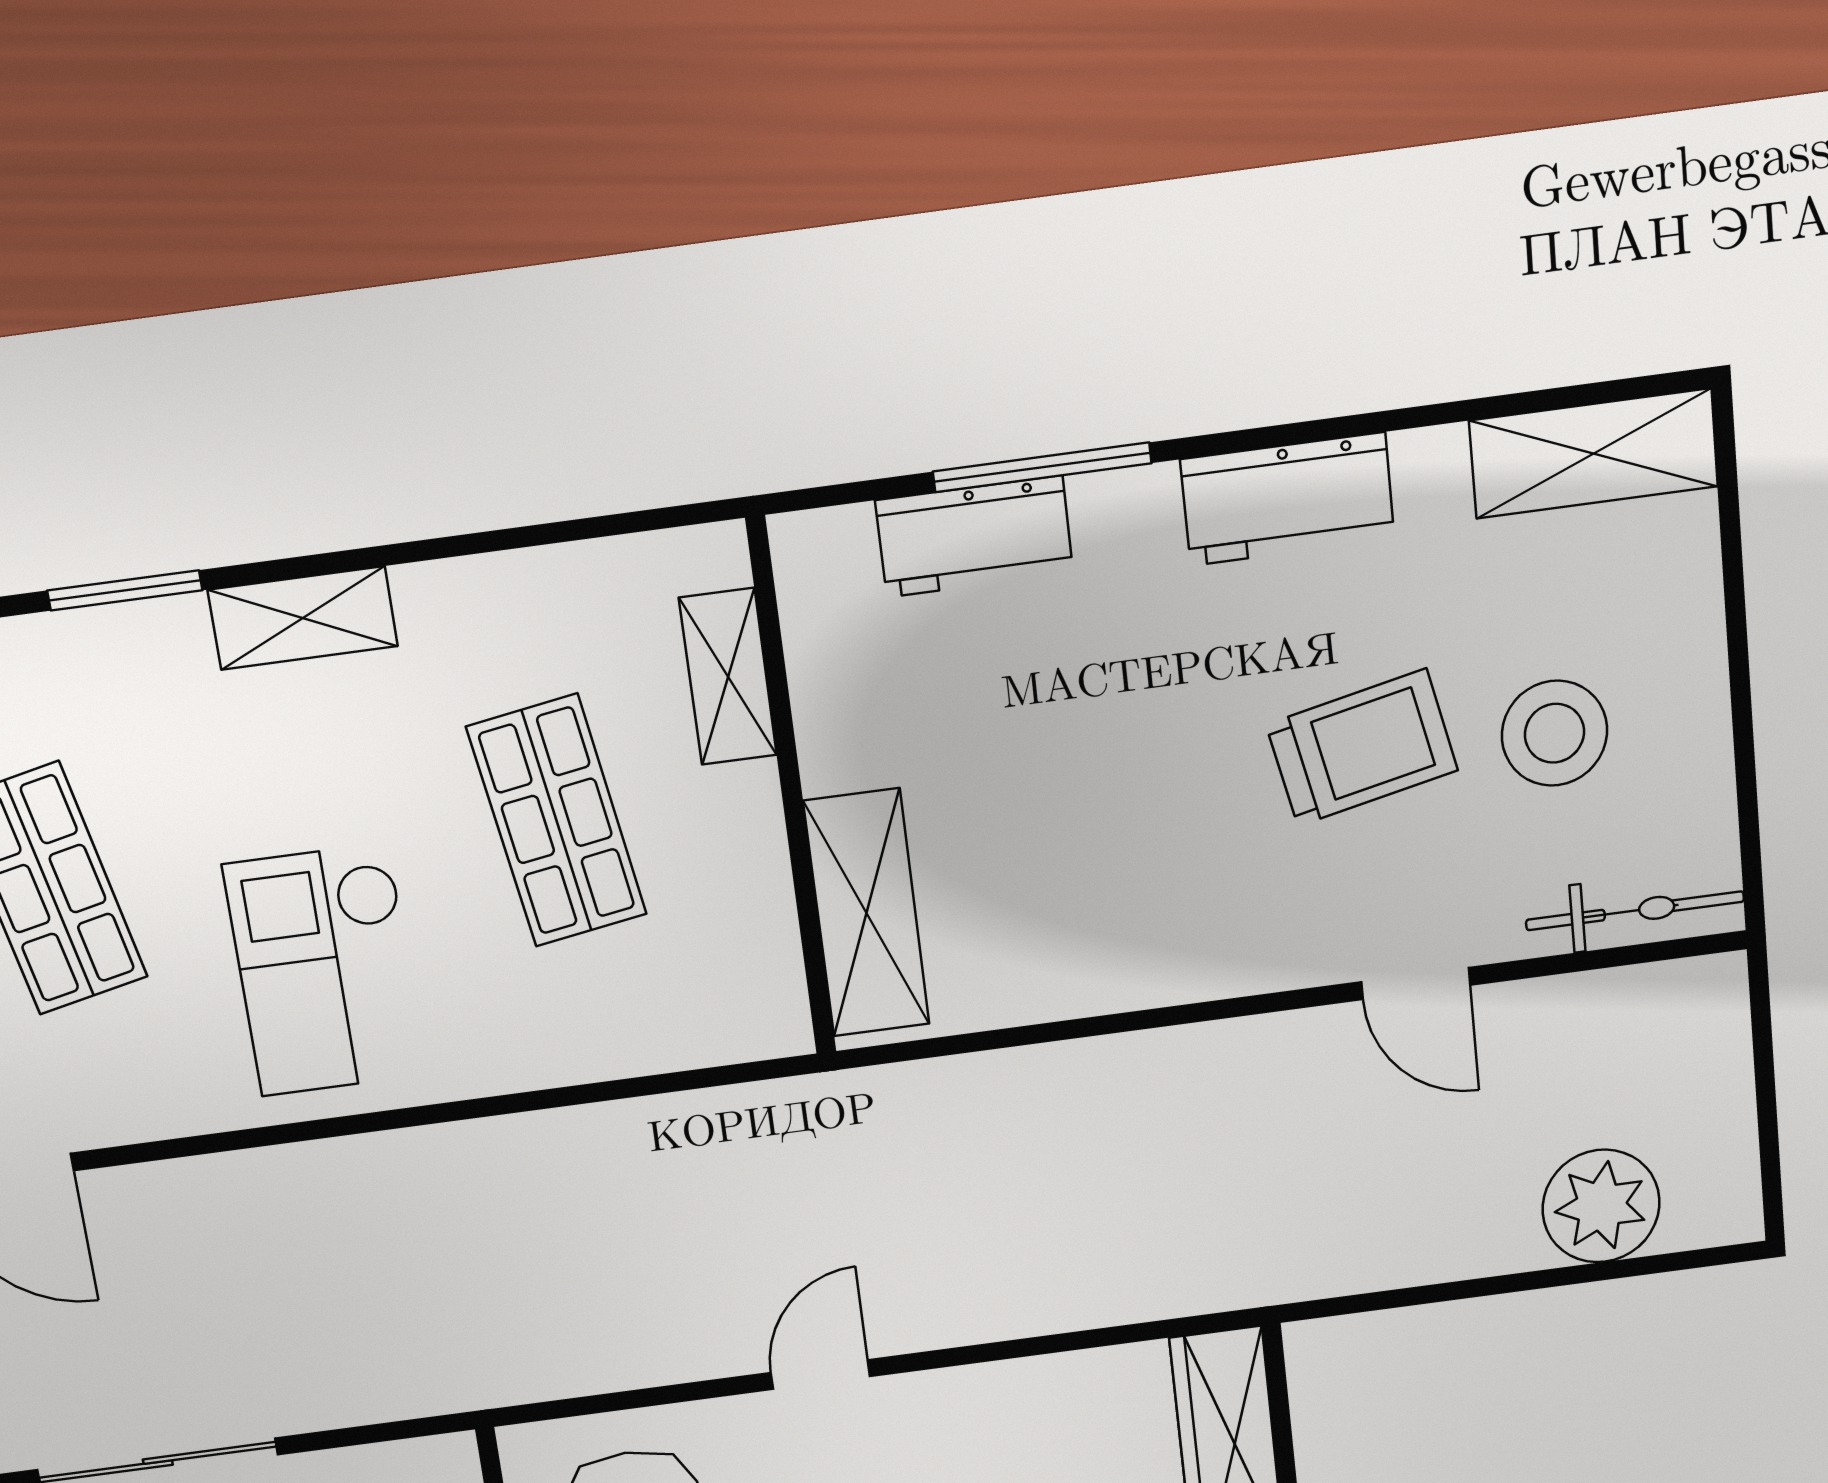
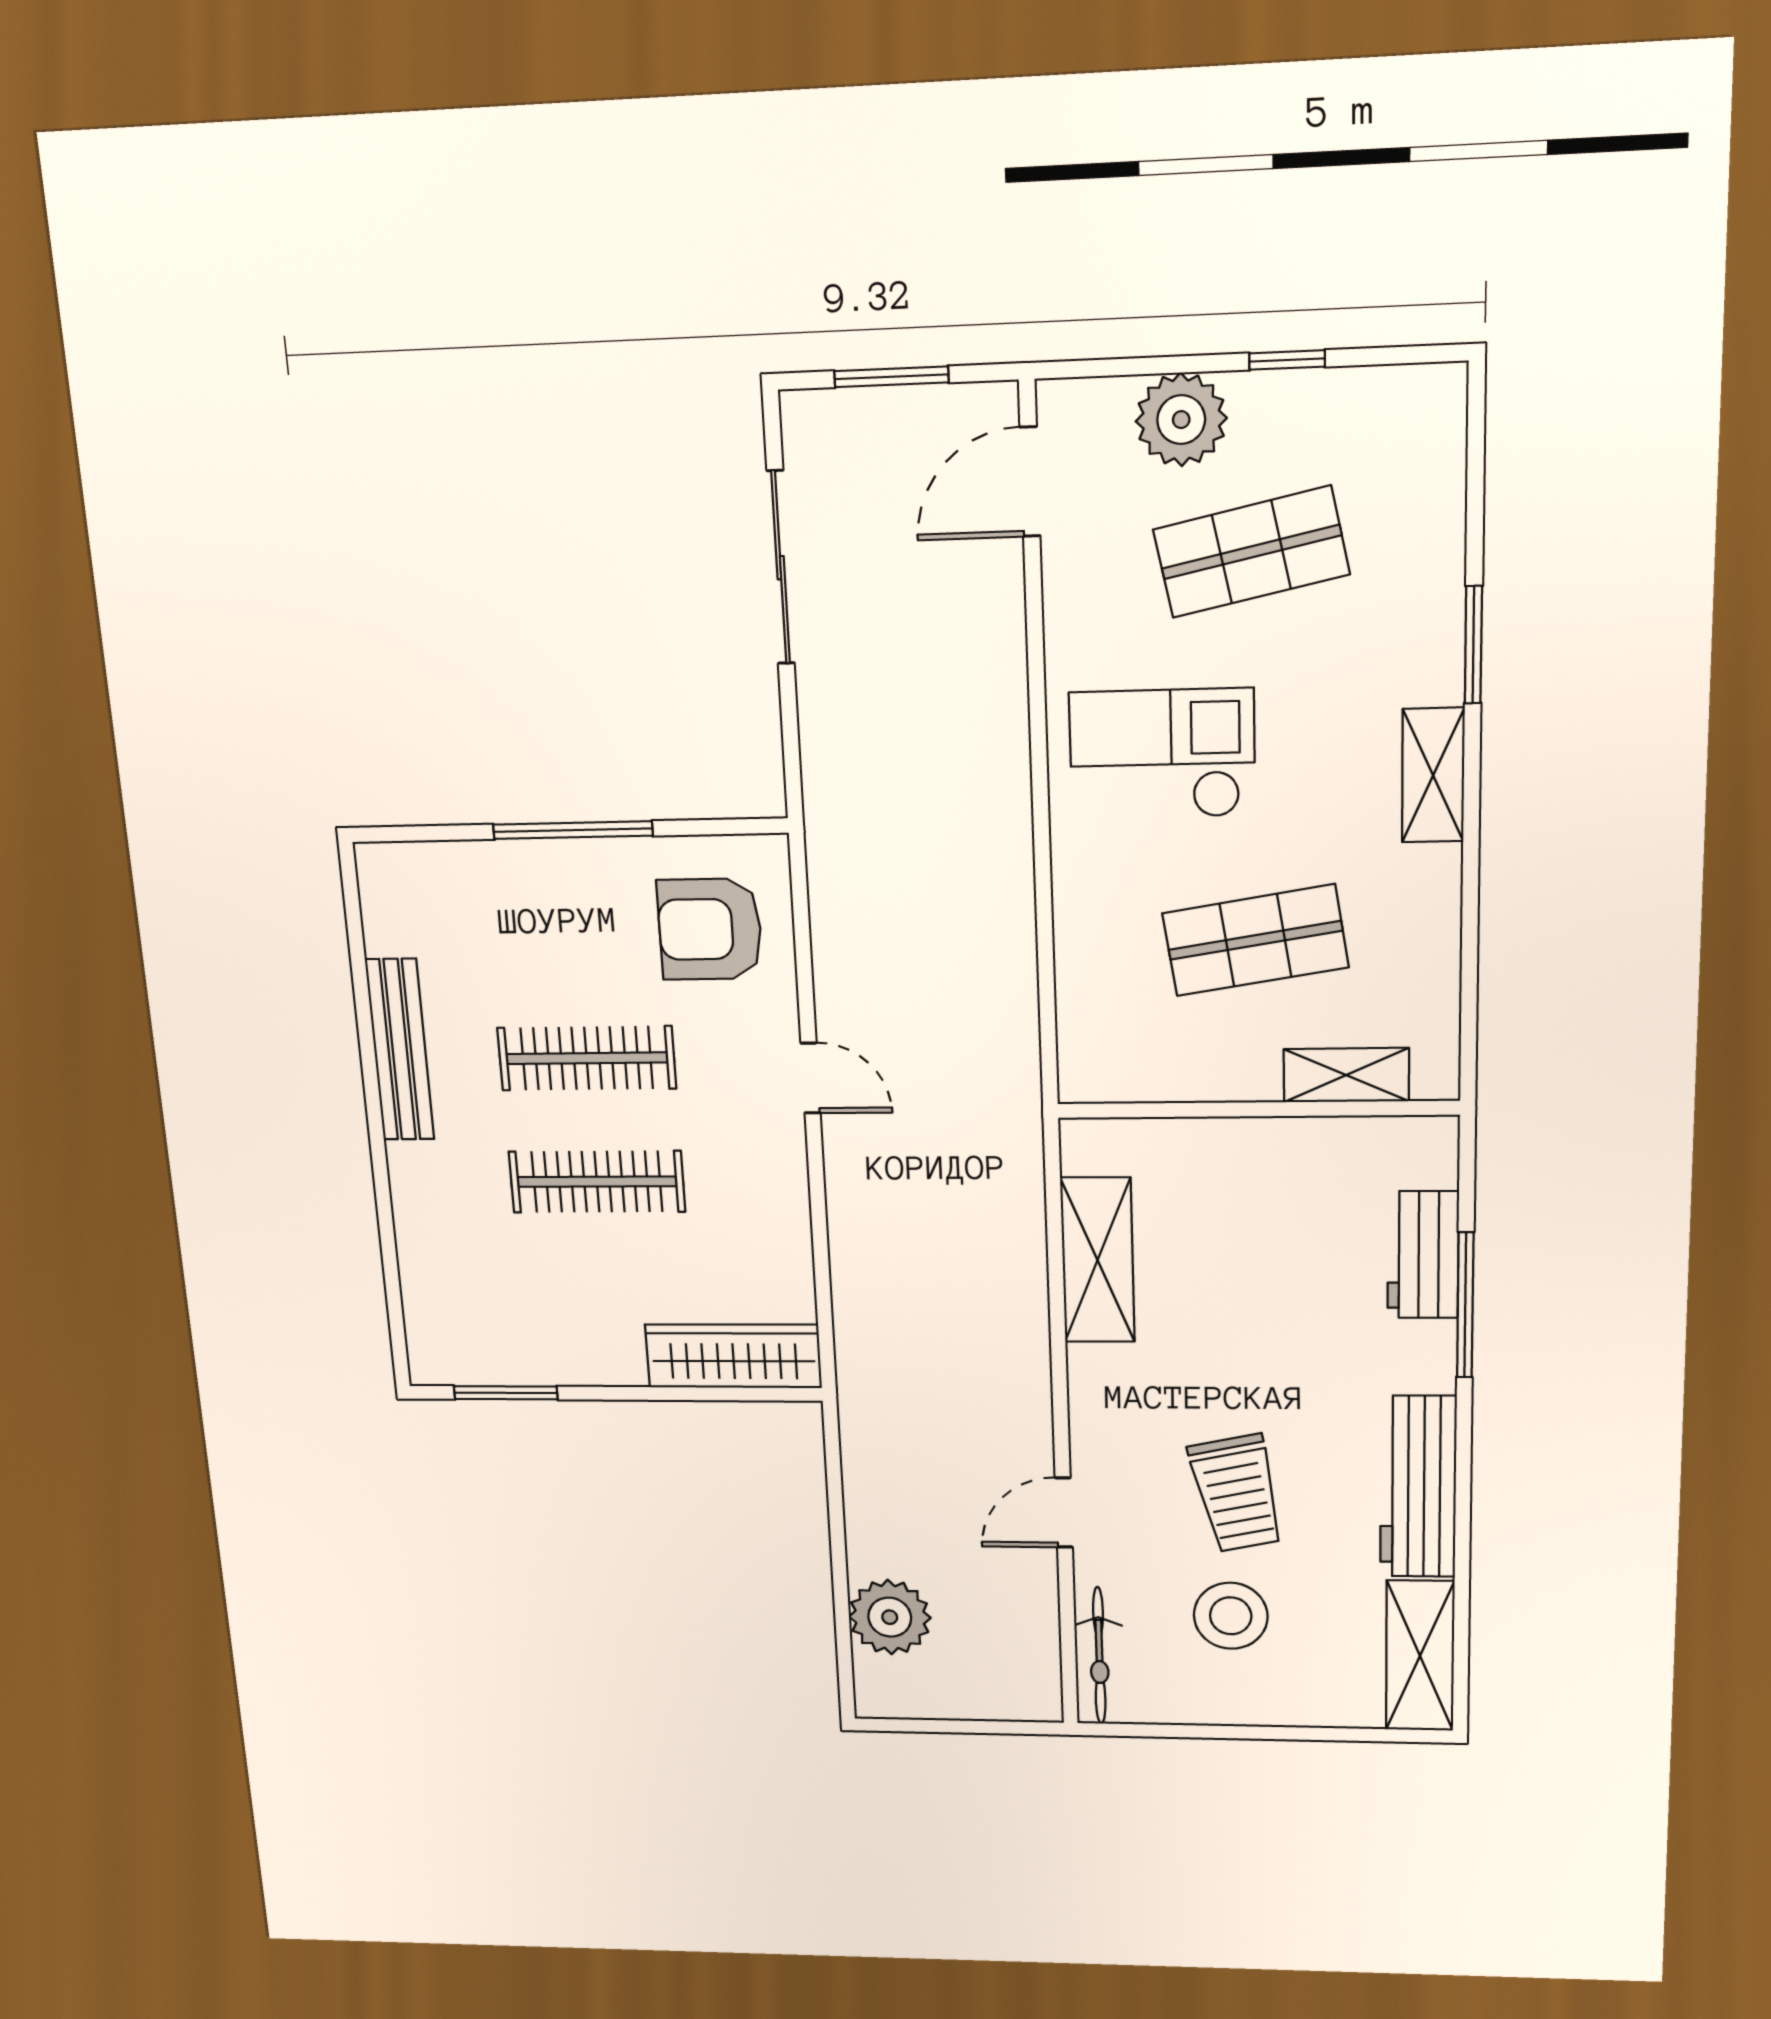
workbench: (1288, 499) -> (1418, 1487), width x1.38
shelving: (867, 913) -> (1098, 1260), moved, turned 90

